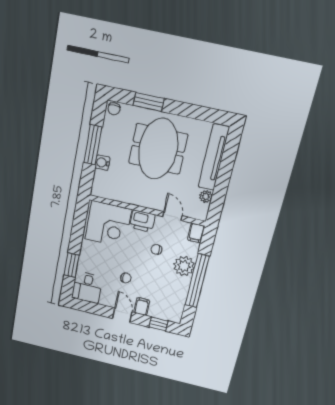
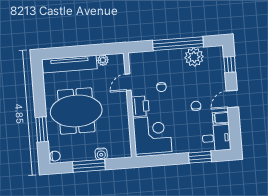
filing cabinet: (196, 233) -> (136, 58), removed
plant: (184, 266) -> (194, 57), moved
filing cabinet: (142, 307) -> (221, 118), moved

